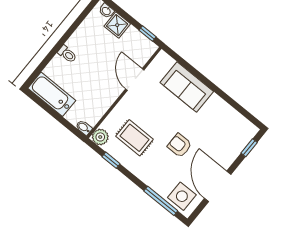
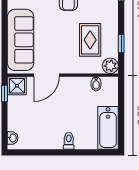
shower: (117, 25) -> (17, 86), moved
sofa: (187, 87) -> (21, 40), width x1.36
bidet: (84, 128) -> (96, 84), moved

